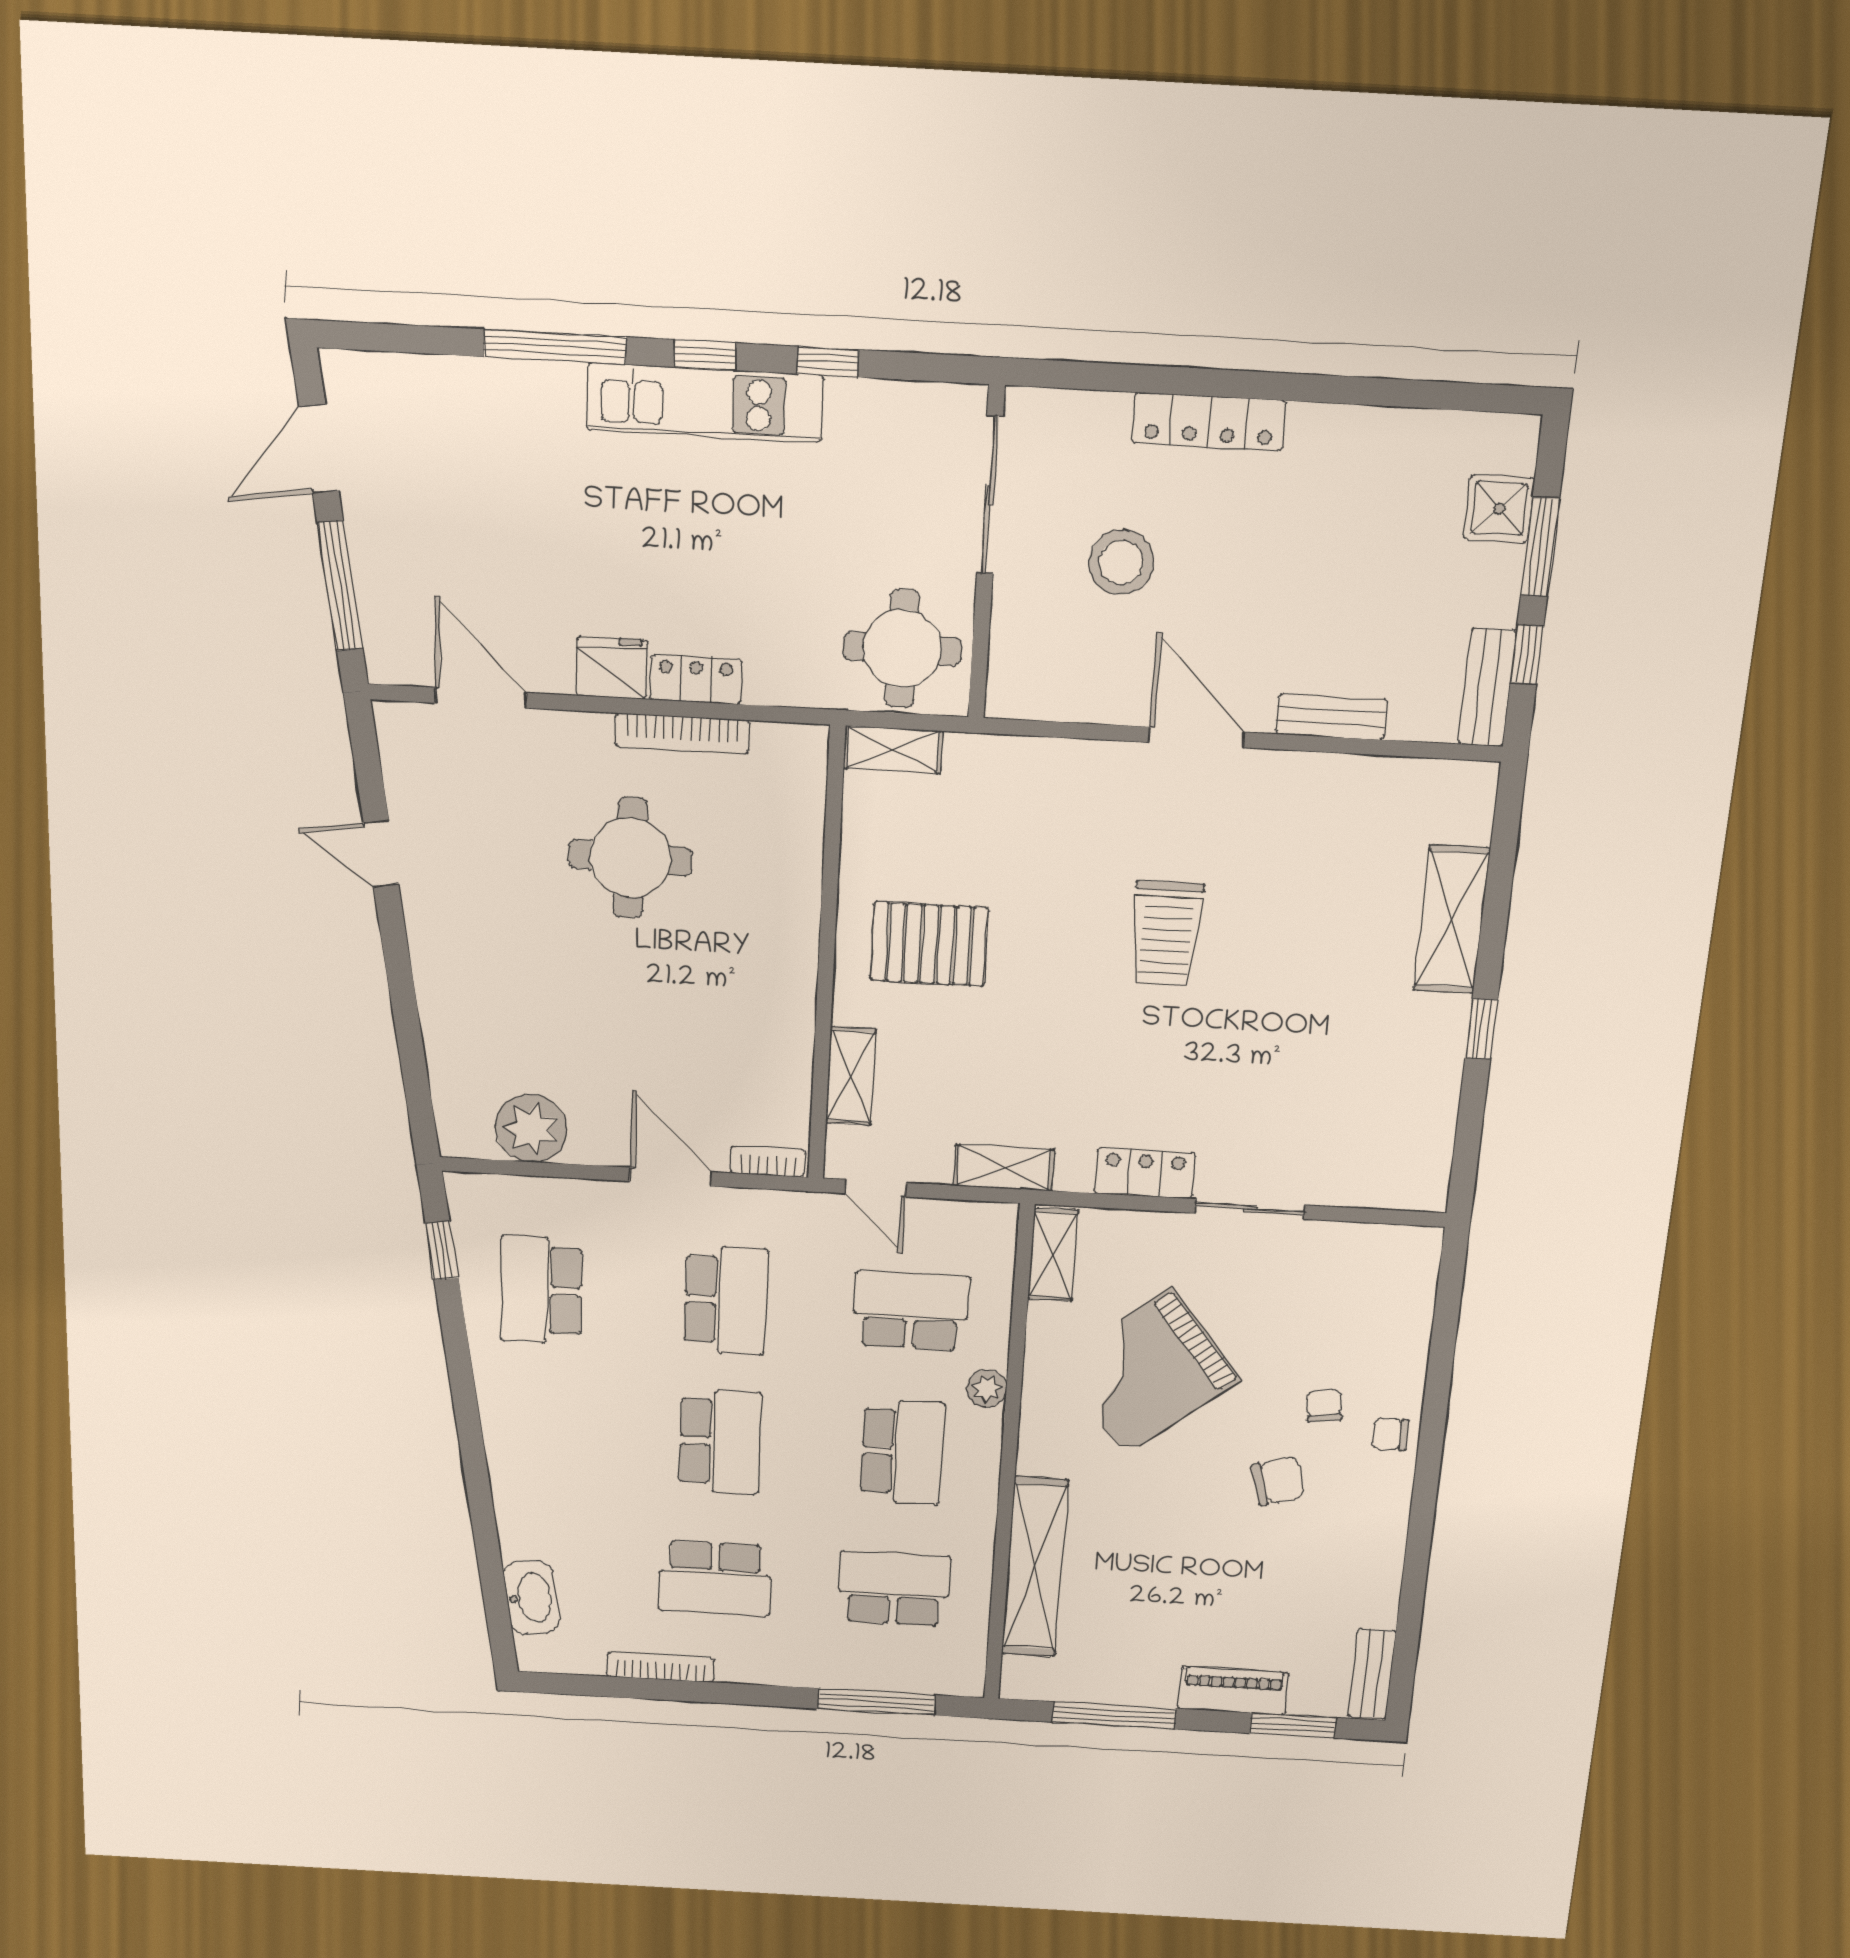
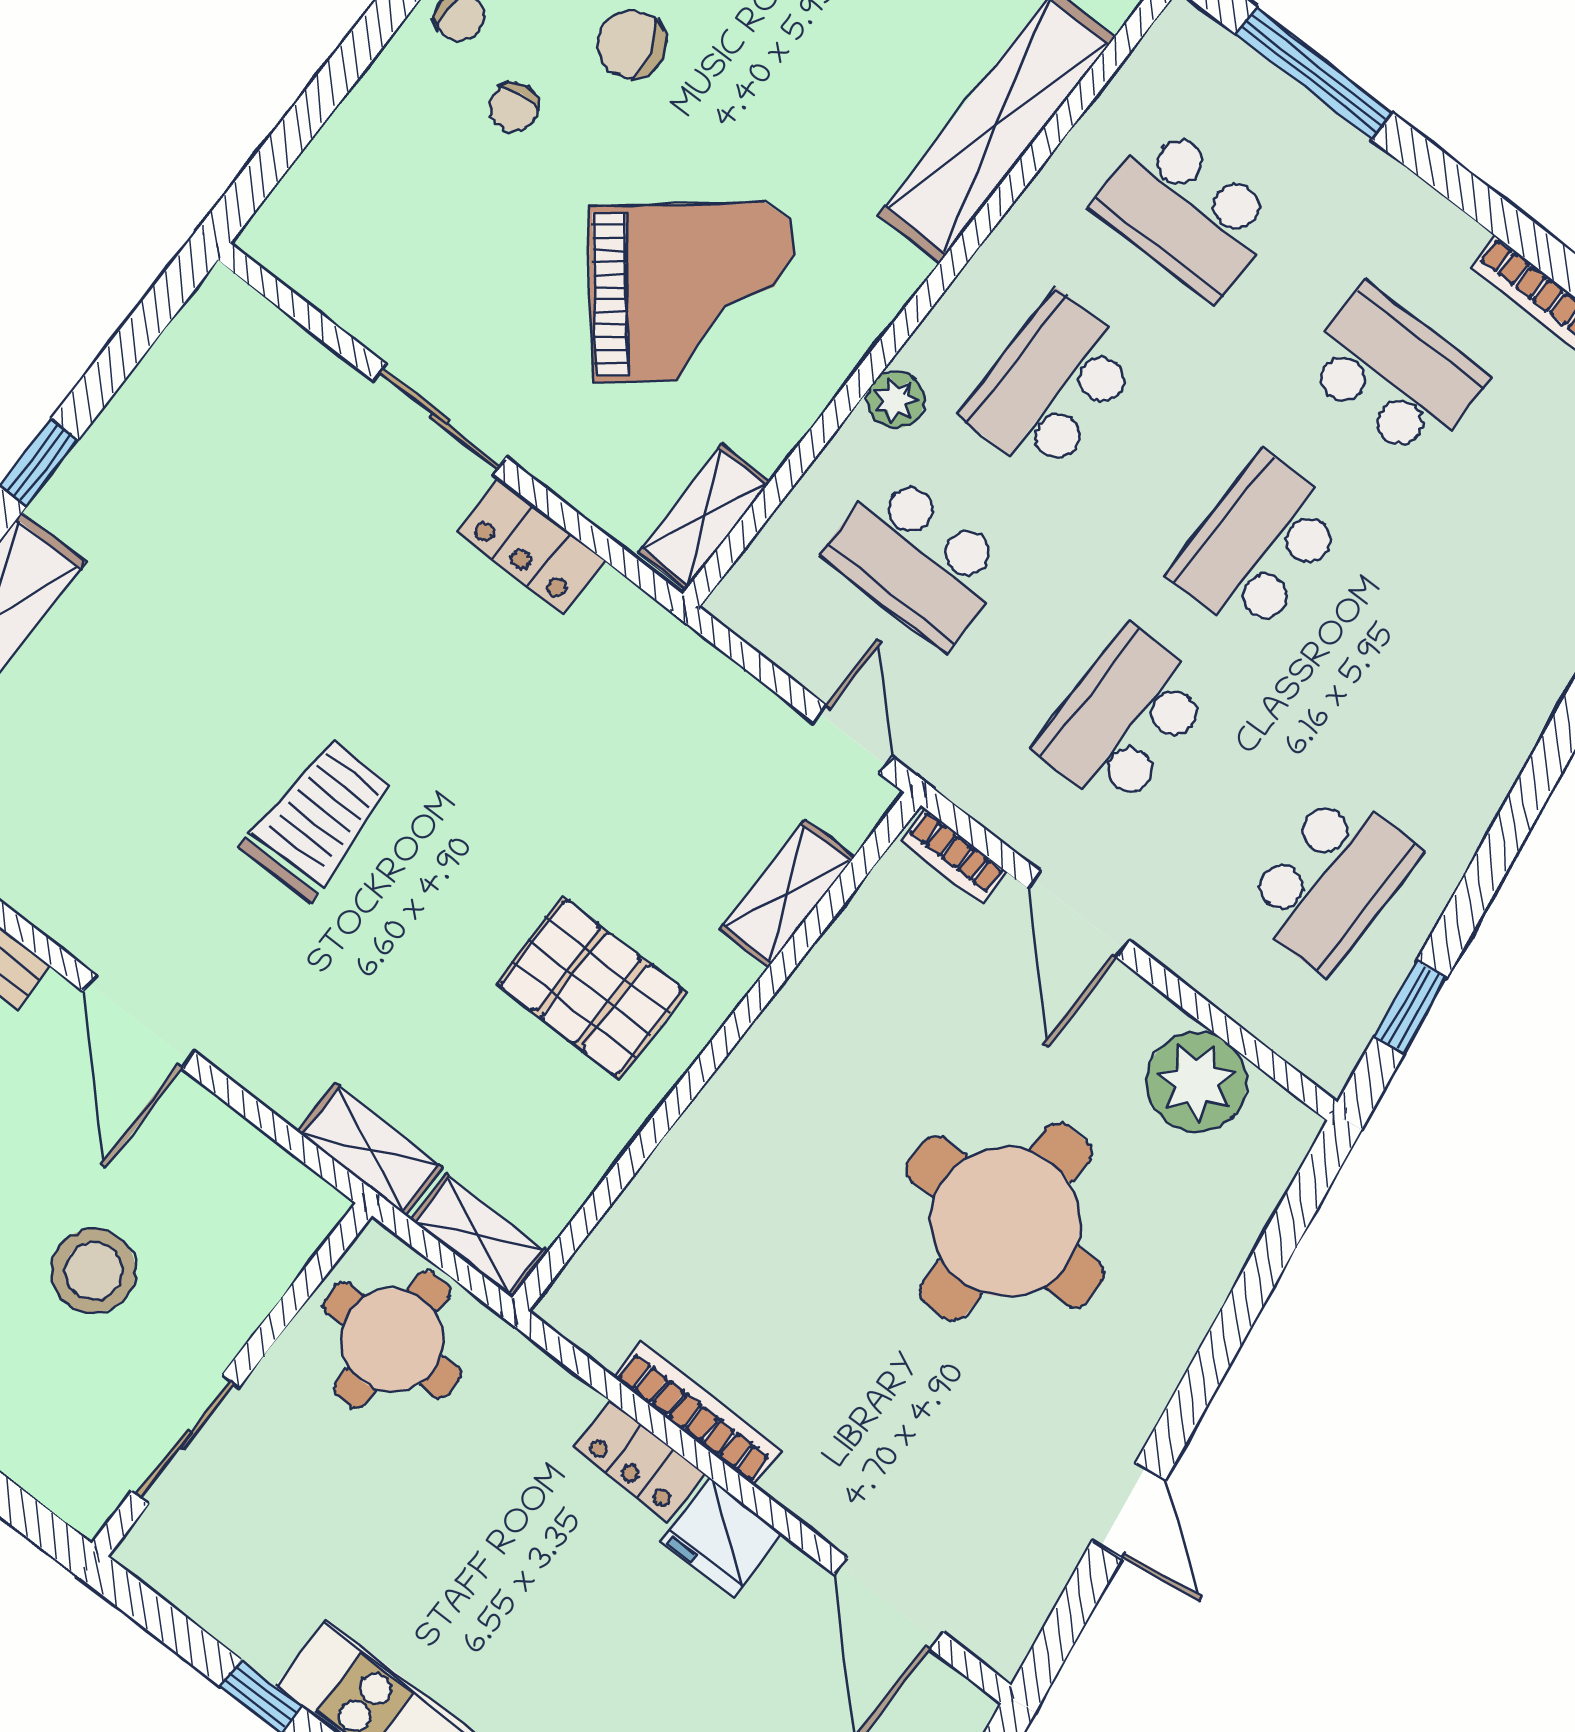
sliding door: (990, 495) -> (185, 1439), width x0.73
round table: (630, 858) -> (1005, 1222), moved, width x1.36, depth x1.36
shelving: (1004, 1168) -> (371, 1150), moved

